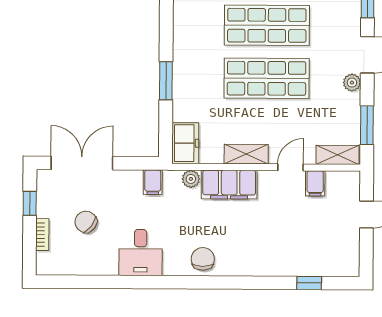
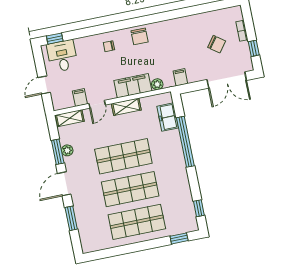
window: (166, 81) -> (185, 142), width x2.11
plant: (352, 83) -> (67, 150), moved
window: (367, 125) -> (58, 152), moved
freezer: (185, 143) -> (168, 117), moved
desk: (141, 252) -> (62, 56), moved
chair: (253, 254) -> (109, 46), added
window: (309, 283) -> (55, 39), moved

